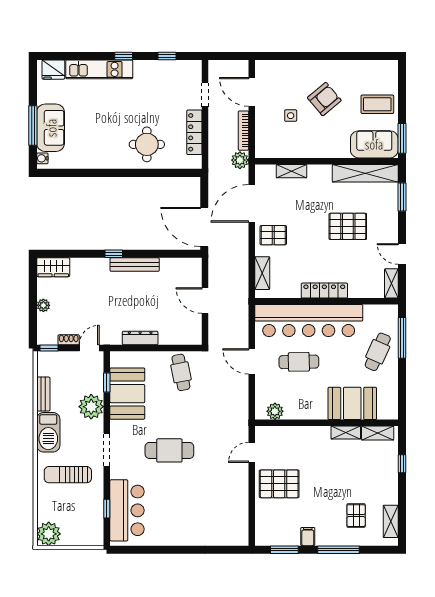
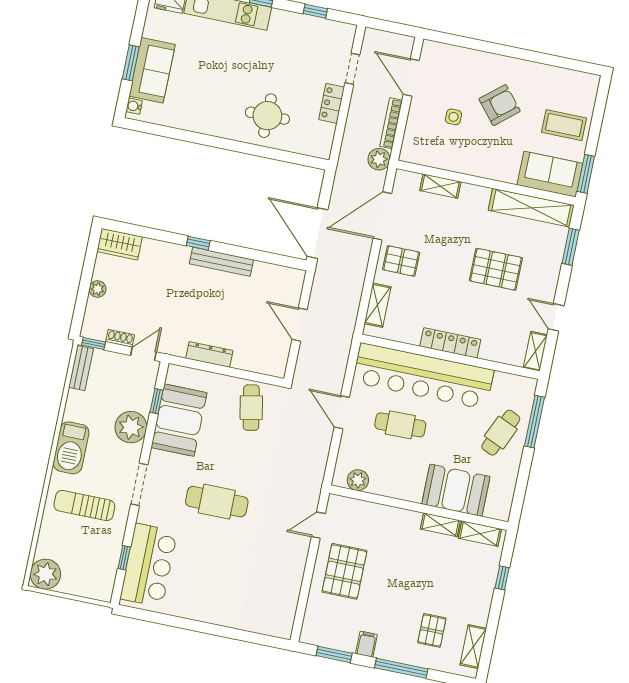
window: (33, 126) -> (131, 63), width x0.69
locker: (194, 132) -> (332, 103), width x0.66
bench: (43, 394) -> (81, 368), moved
pallet: (279, 484) -> (344, 571), turned 90

